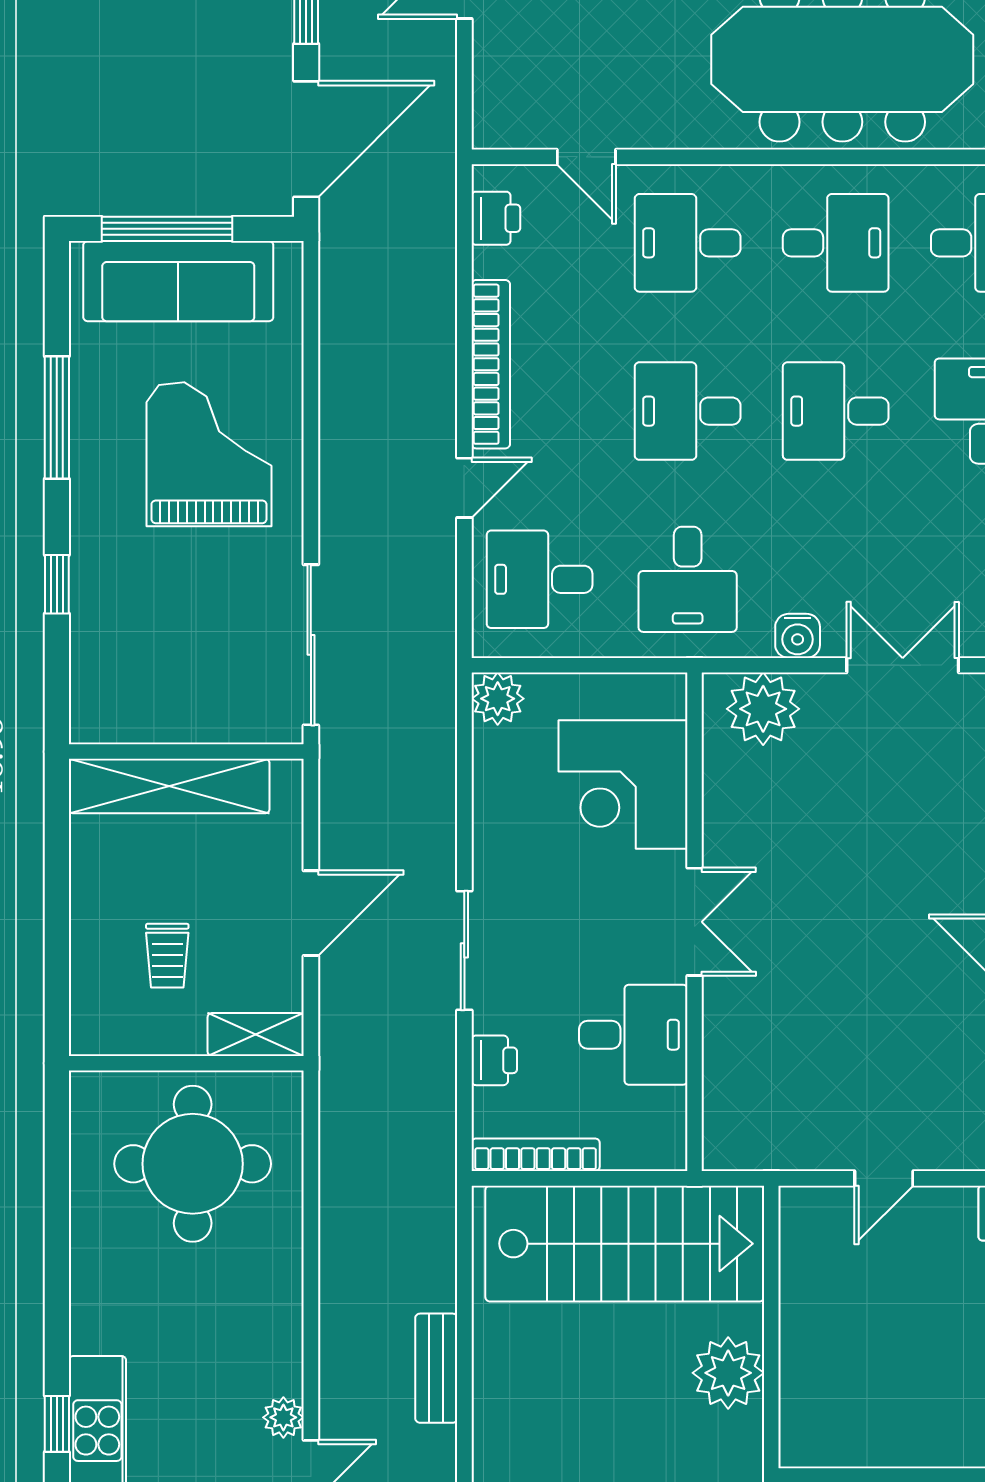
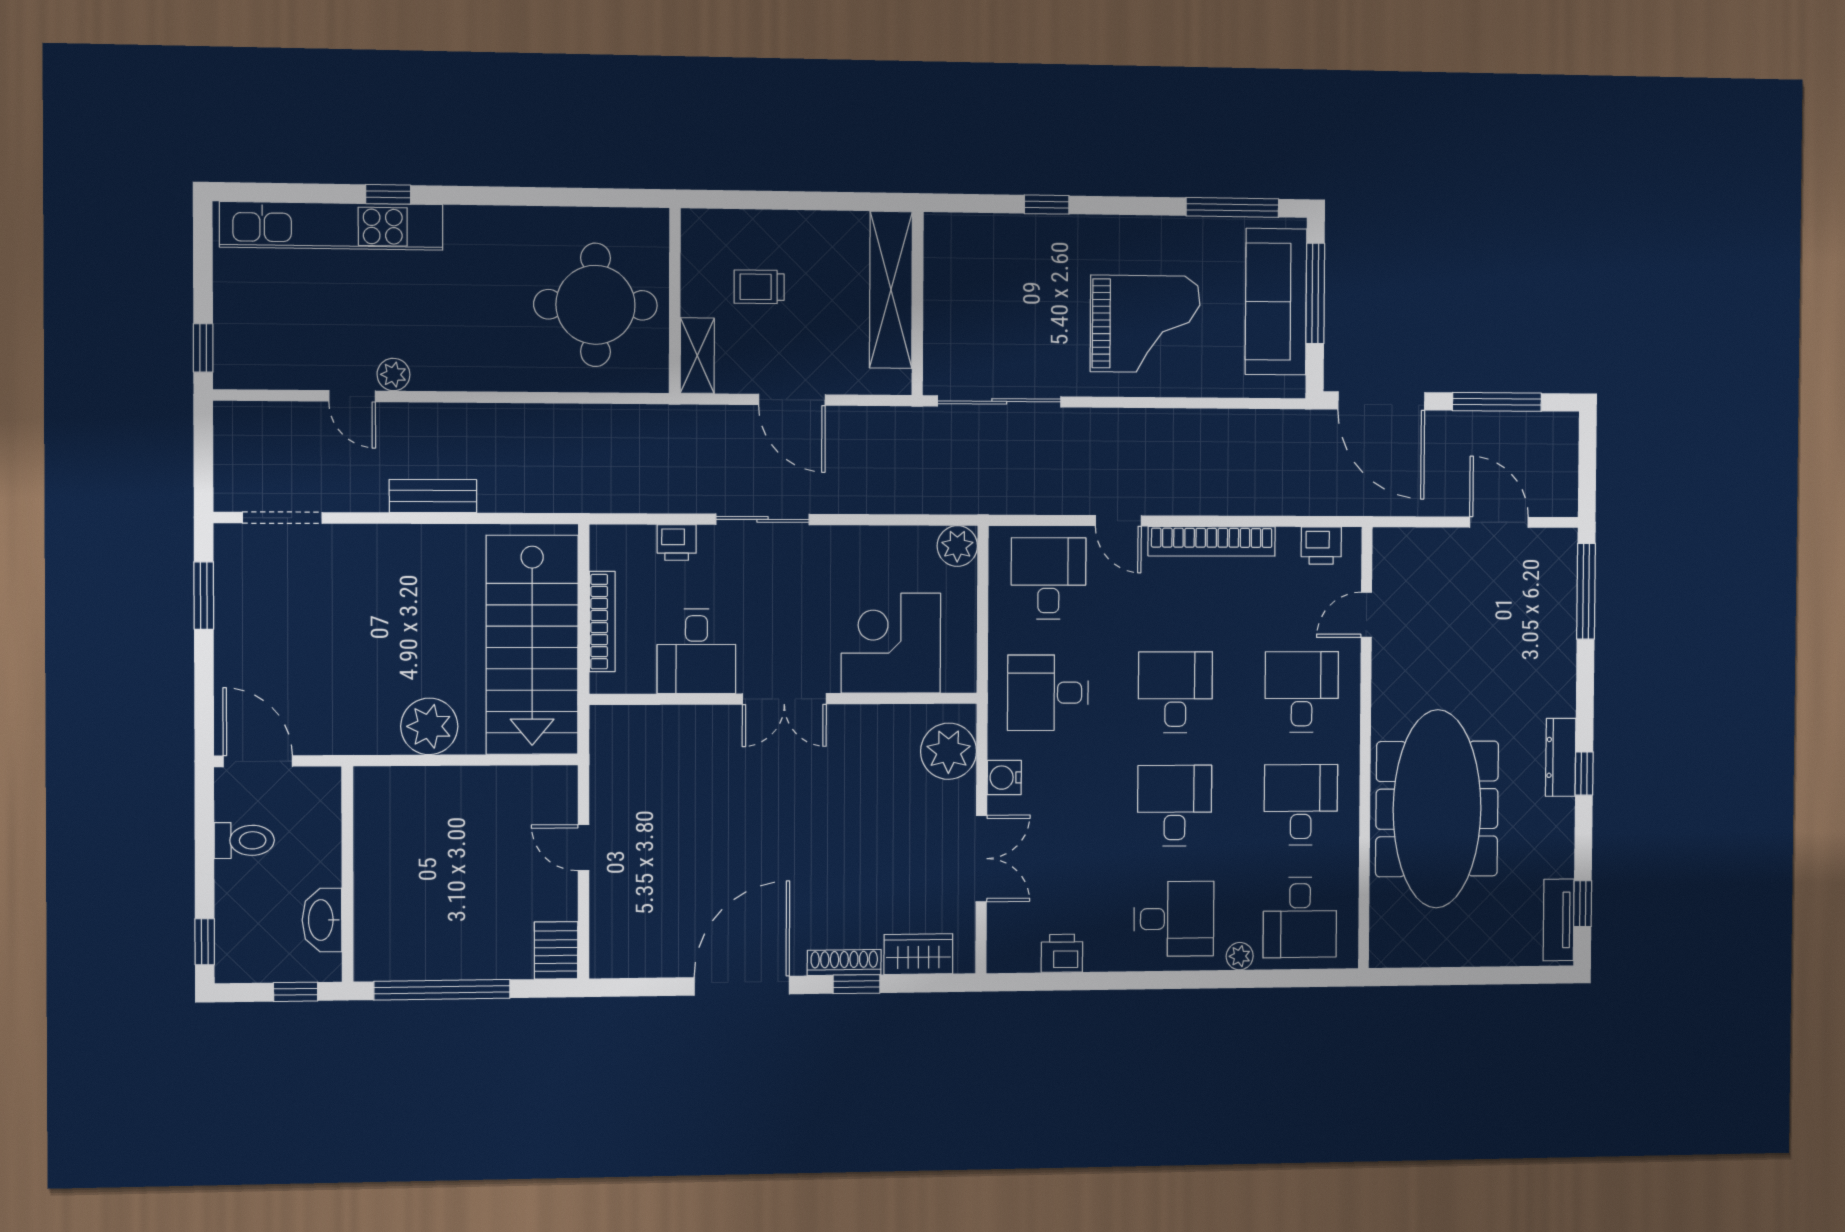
desk: (836, 243) -> (1301, 805), turned 180
window: (57, 418) -> (1232, 207), moved
bookcase: (536, 1155) -> (602, 622), moved

